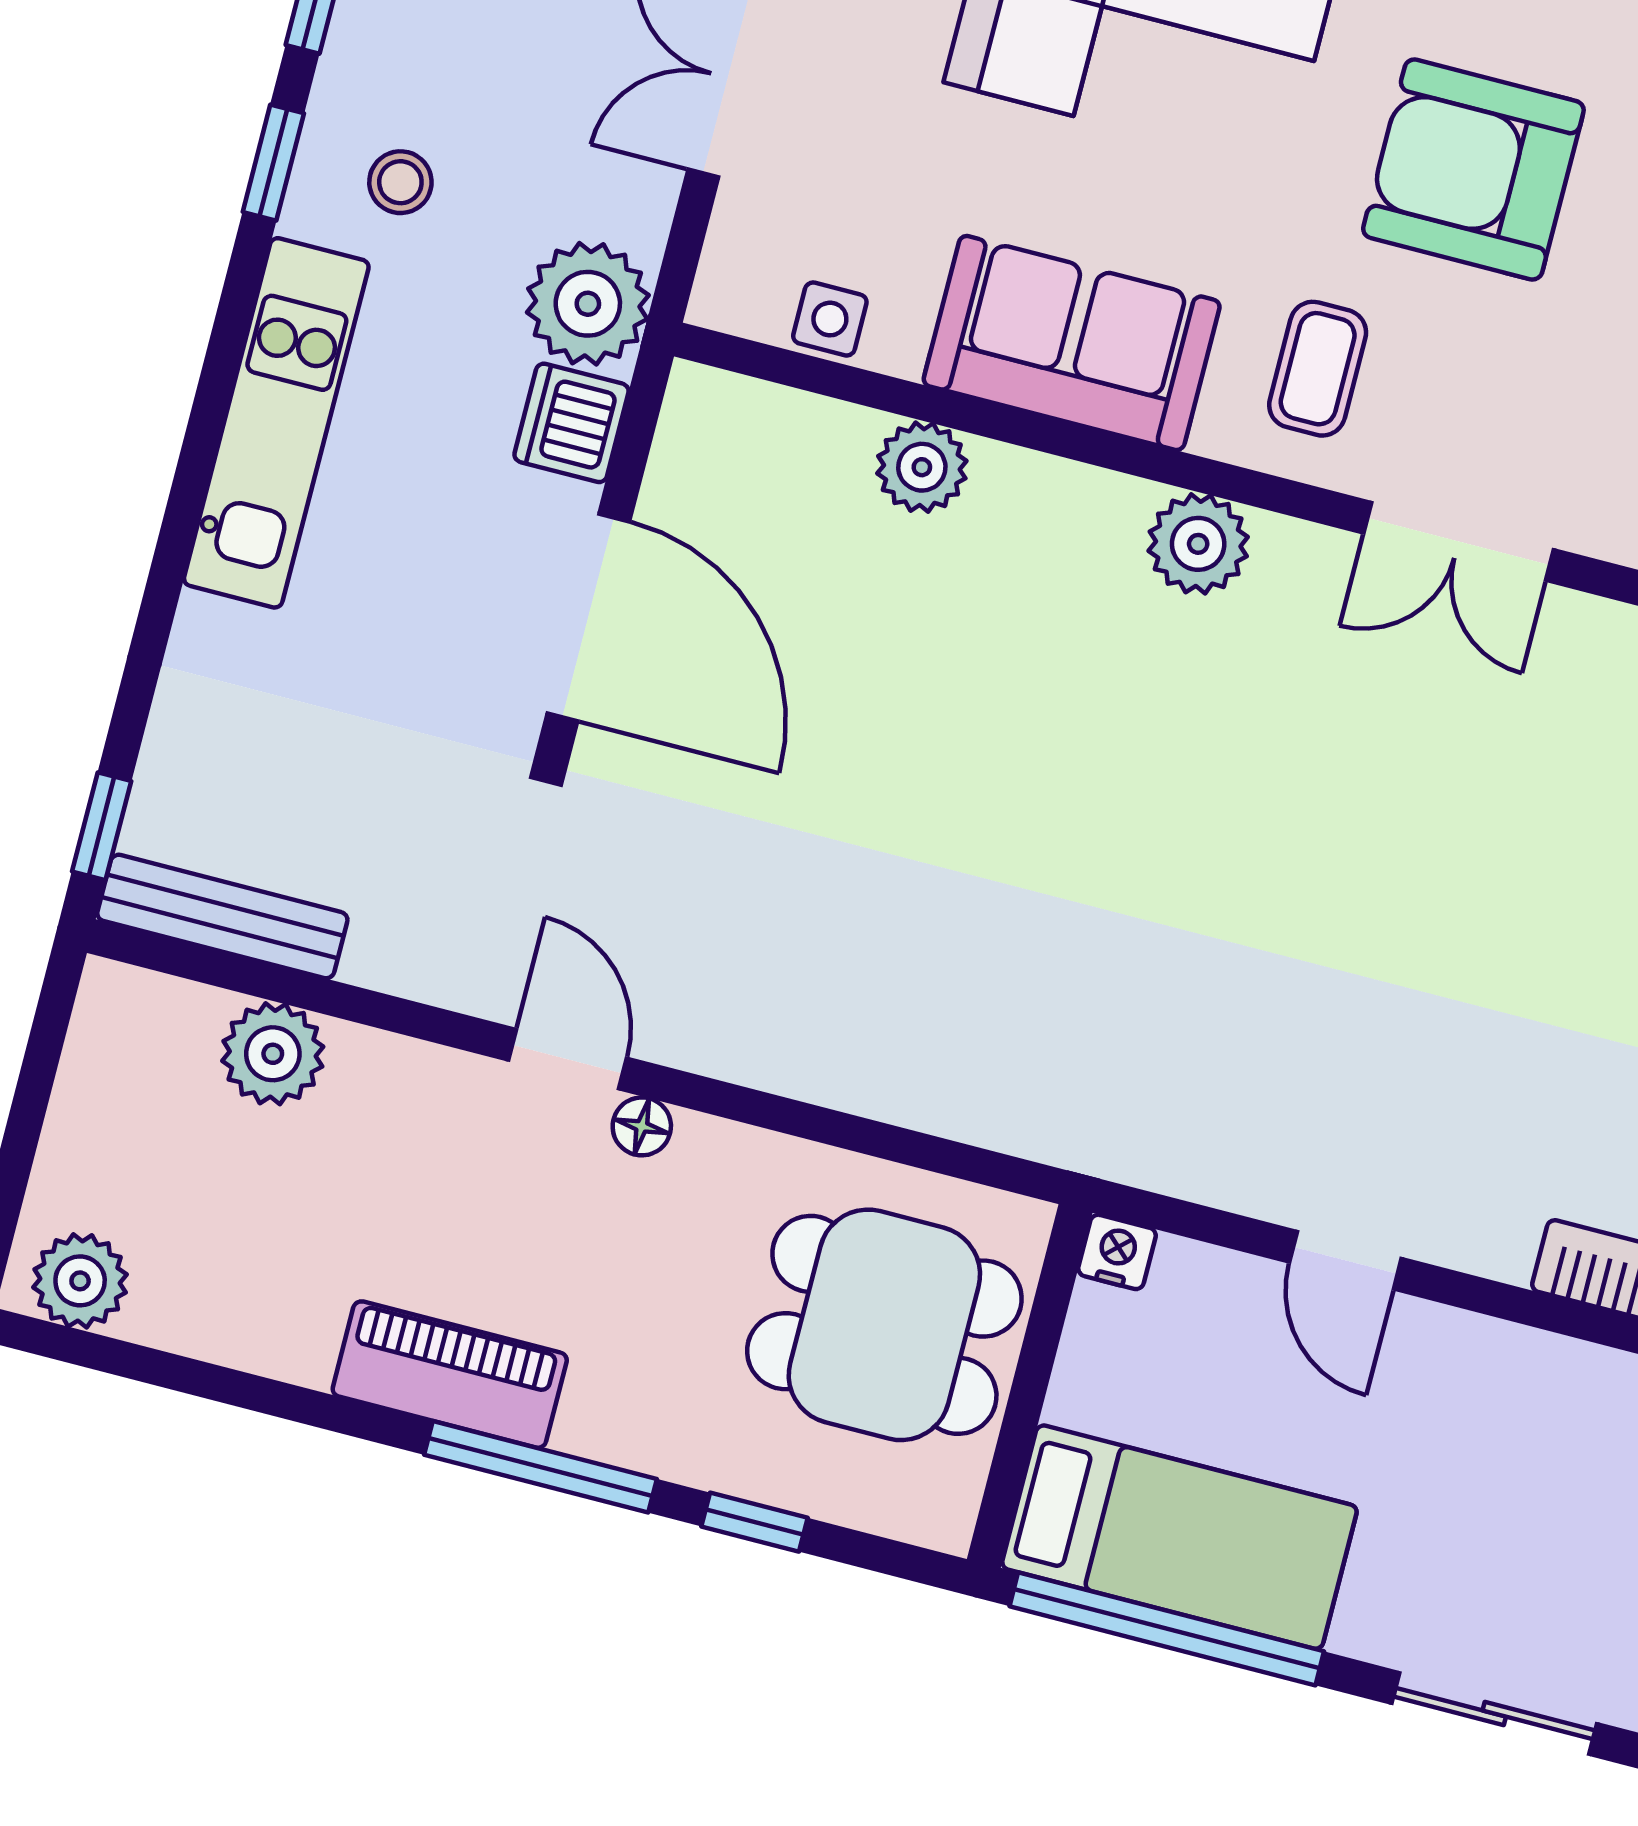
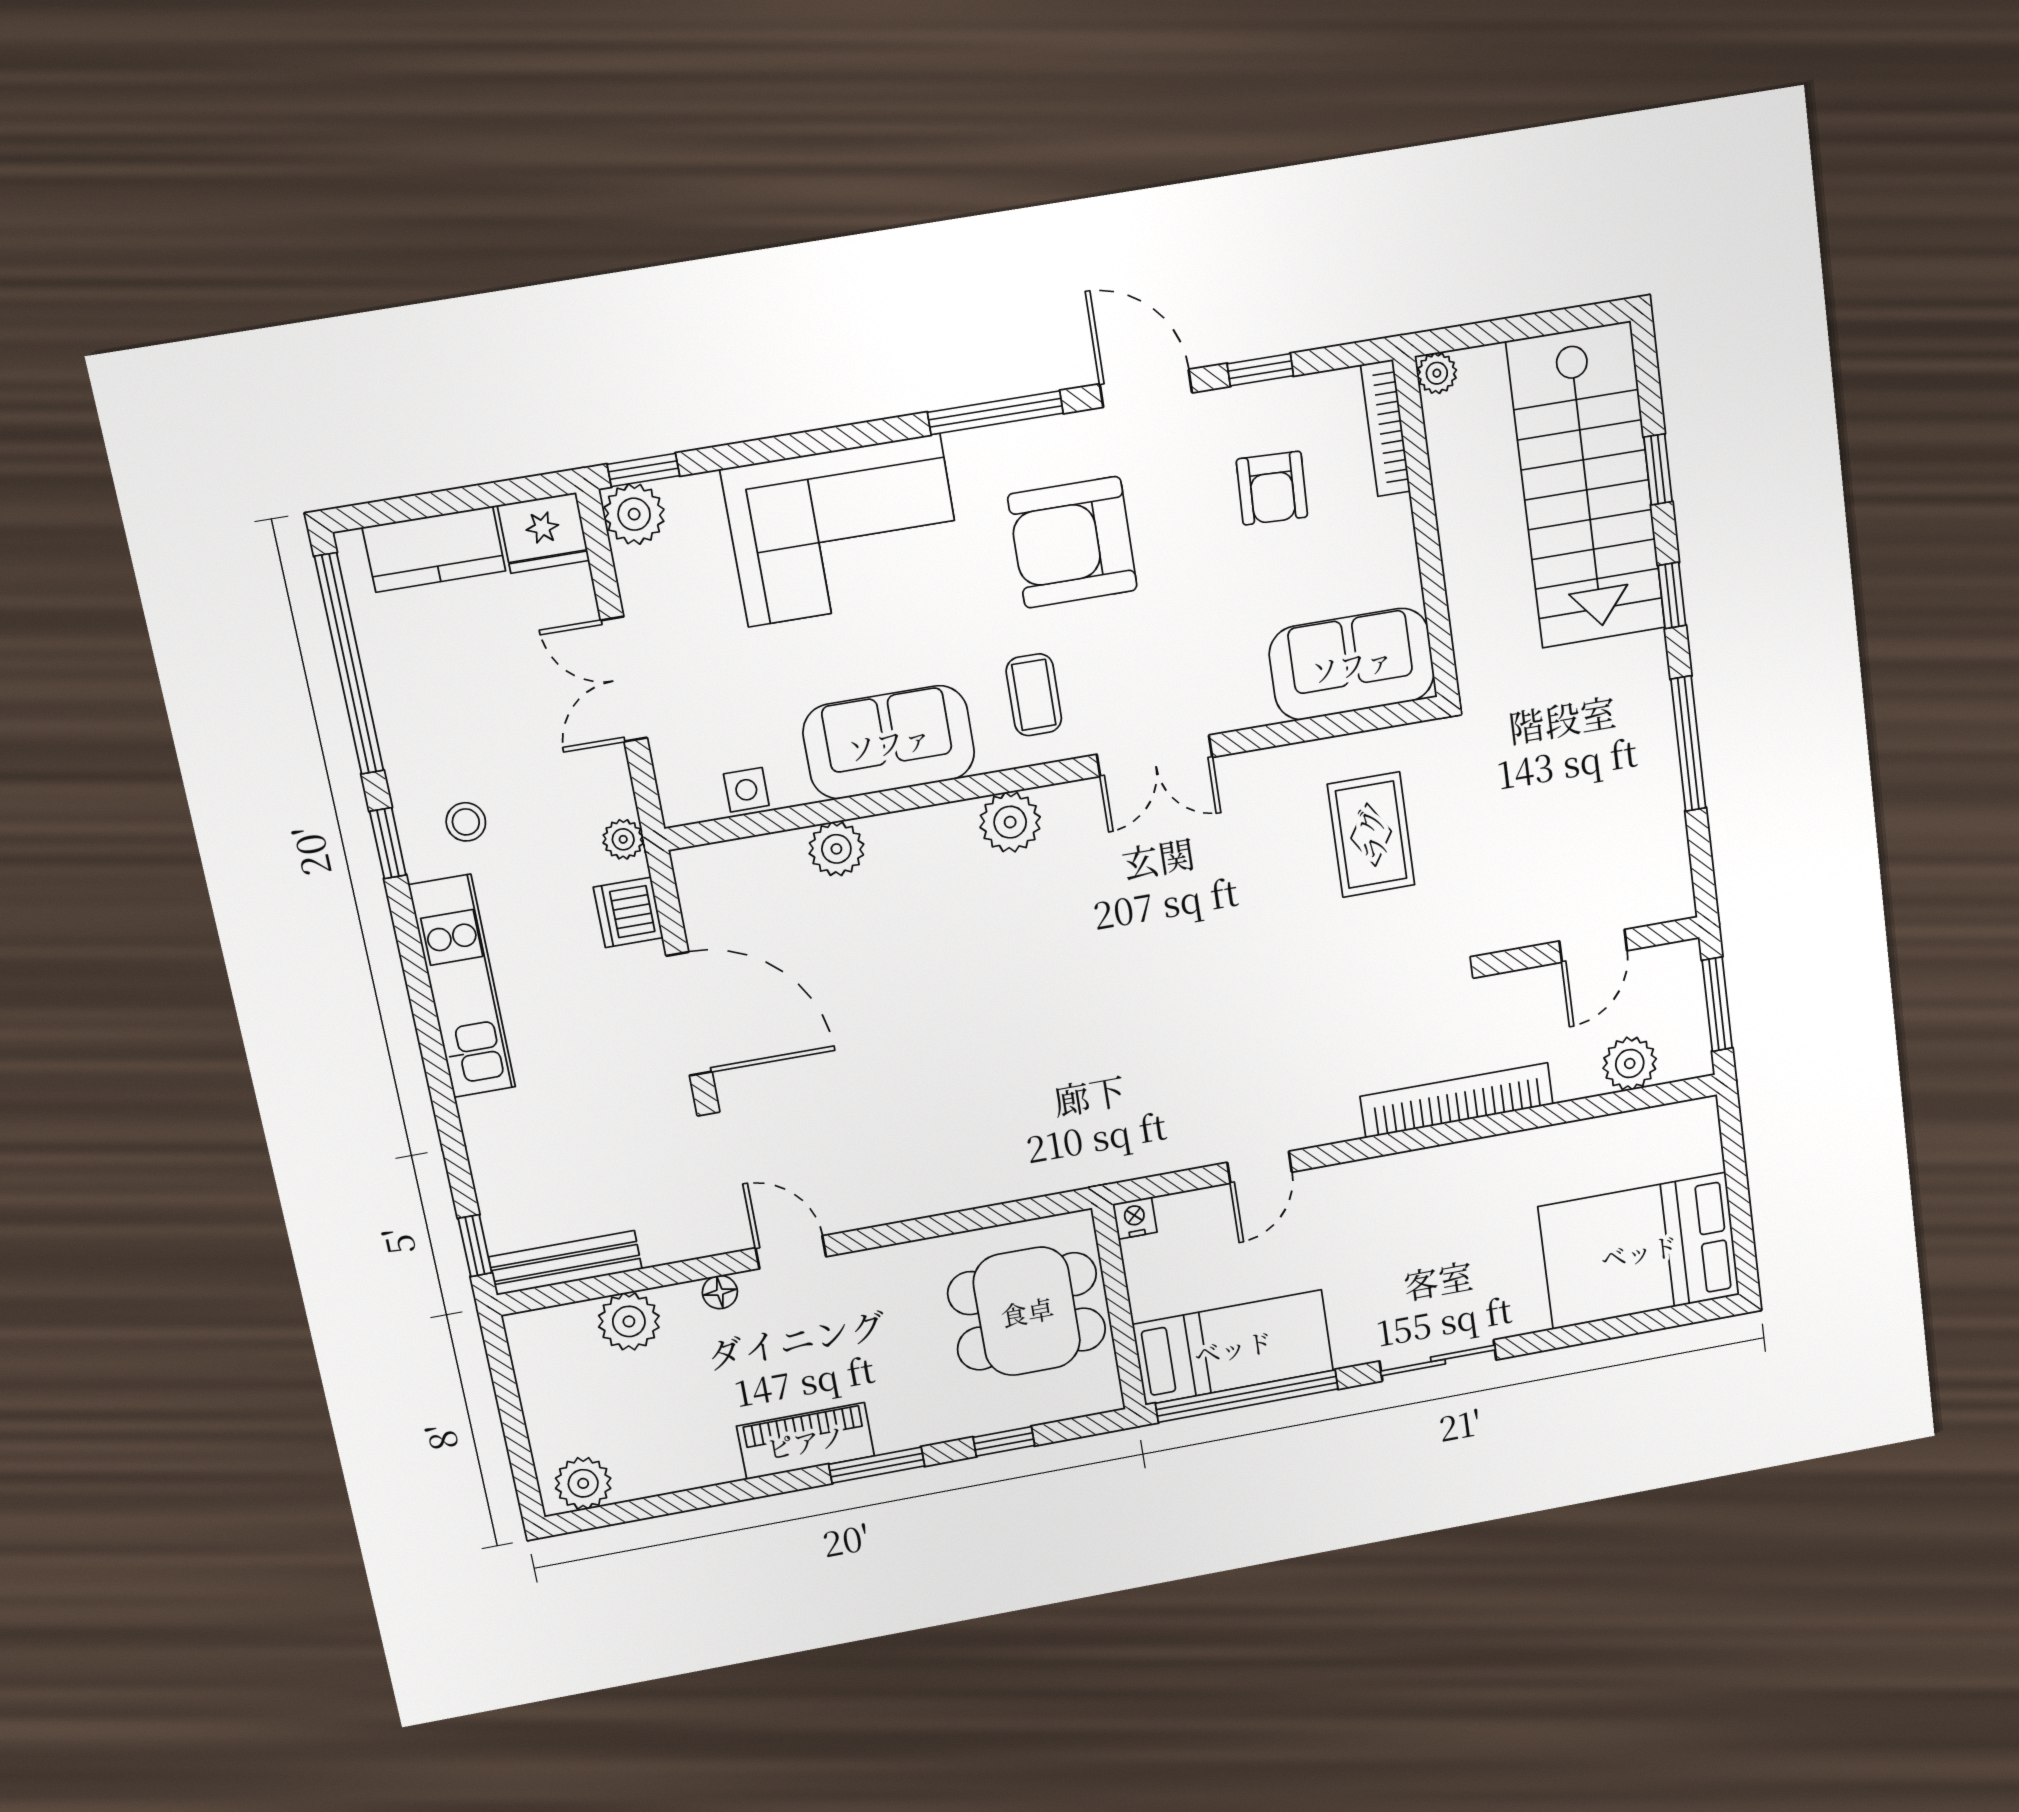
plant: (588, 304) -> (623, 839), width x0.53, depth x0.53
floor lamp: (642, 1126) -> (720, 1292), moved
door: (1345, 1260) -> (1260, 1167), hinge flipped
window: (540, 1467) -> (877, 1465), width x0.69

